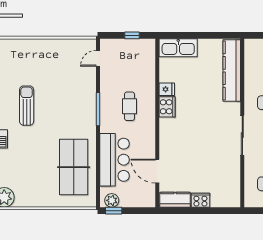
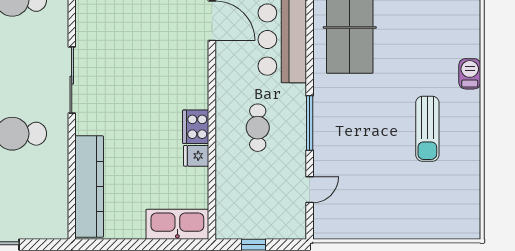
door: (98, 58) -> (310, 190), moved

